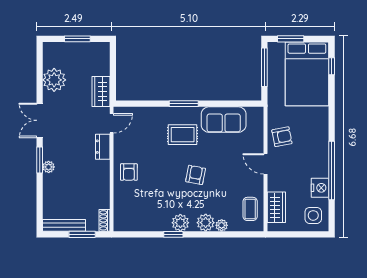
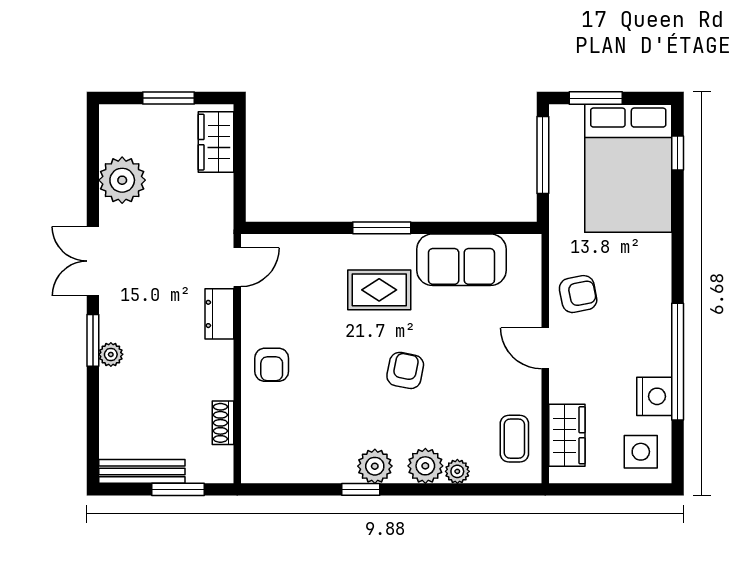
wardrobe: (101, 92) -> (216, 142), moved
shoe rack: (105, 220) -> (223, 423), moved

